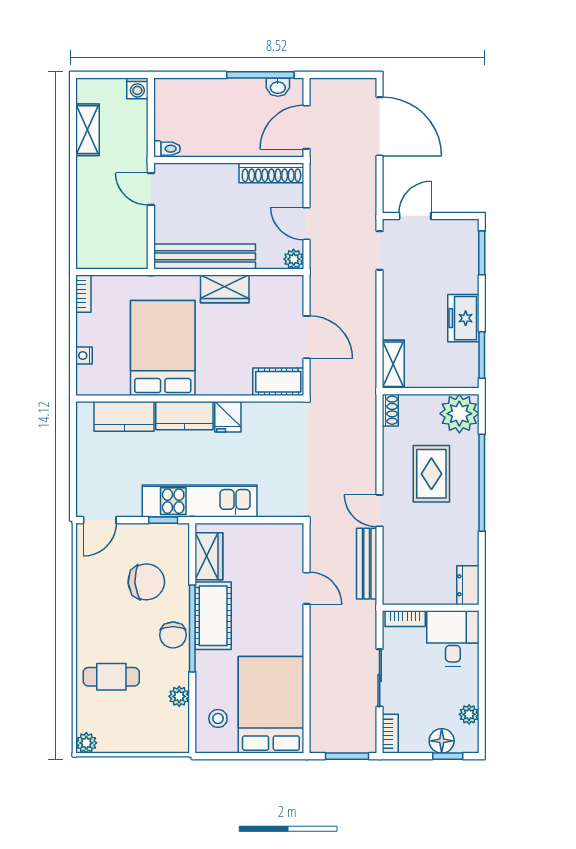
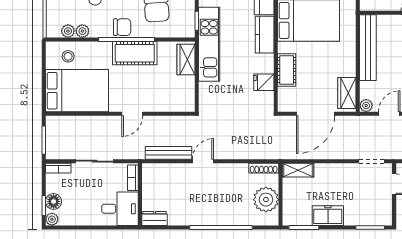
wardrobe: (225, 289) -> (347, 93), moved
door: (307, 337) -> (316, 114), width x1.36
cot: (278, 382) -> (287, 70), moved
shoe rack: (390, 410) -> (264, 168), width x1.43
plant: (459, 414) -> (266, 200), moved
fridge: (228, 417) -> (264, 82), moved
rug: (431, 474) -> (227, 195), removed
wardrobe: (209, 556) -> (186, 59), moved, turned 90
door: (307, 588) -> (132, 114), moved
chair: (173, 635) -> (122, 27), turned 180
plant: (469, 714) -> (52, 219), moved
plant: (179, 719) -> (68, 31), added

